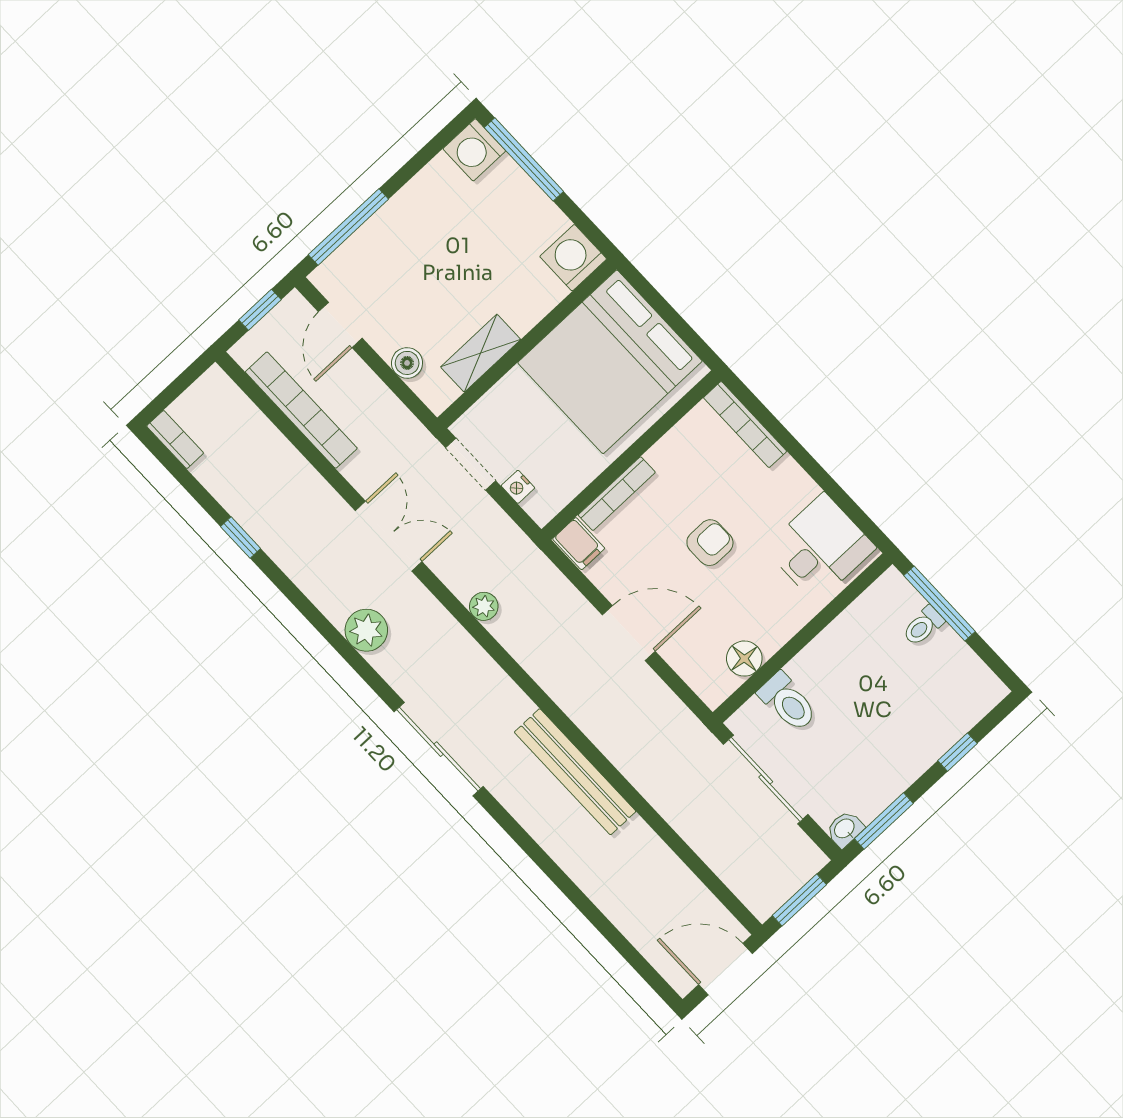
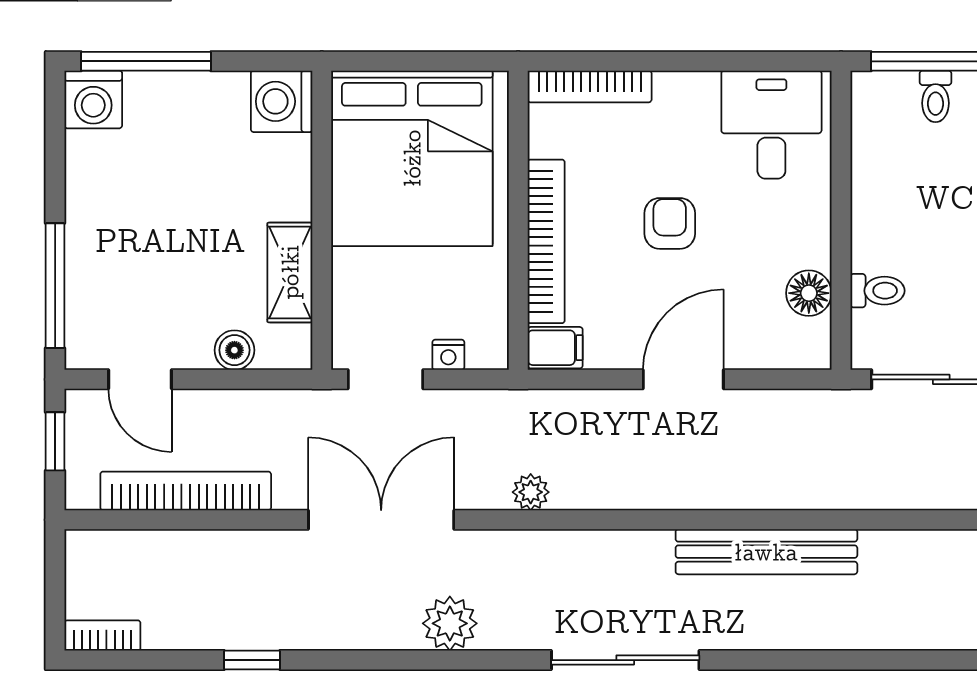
bookcase: (617, 494) -> (546, 241), width x1.48, depth x1.31
double door: (389, 536) -> (381, 520), width x1.37
toilet: (788, 702) -> (877, 291), width x0.73, depth x0.72

